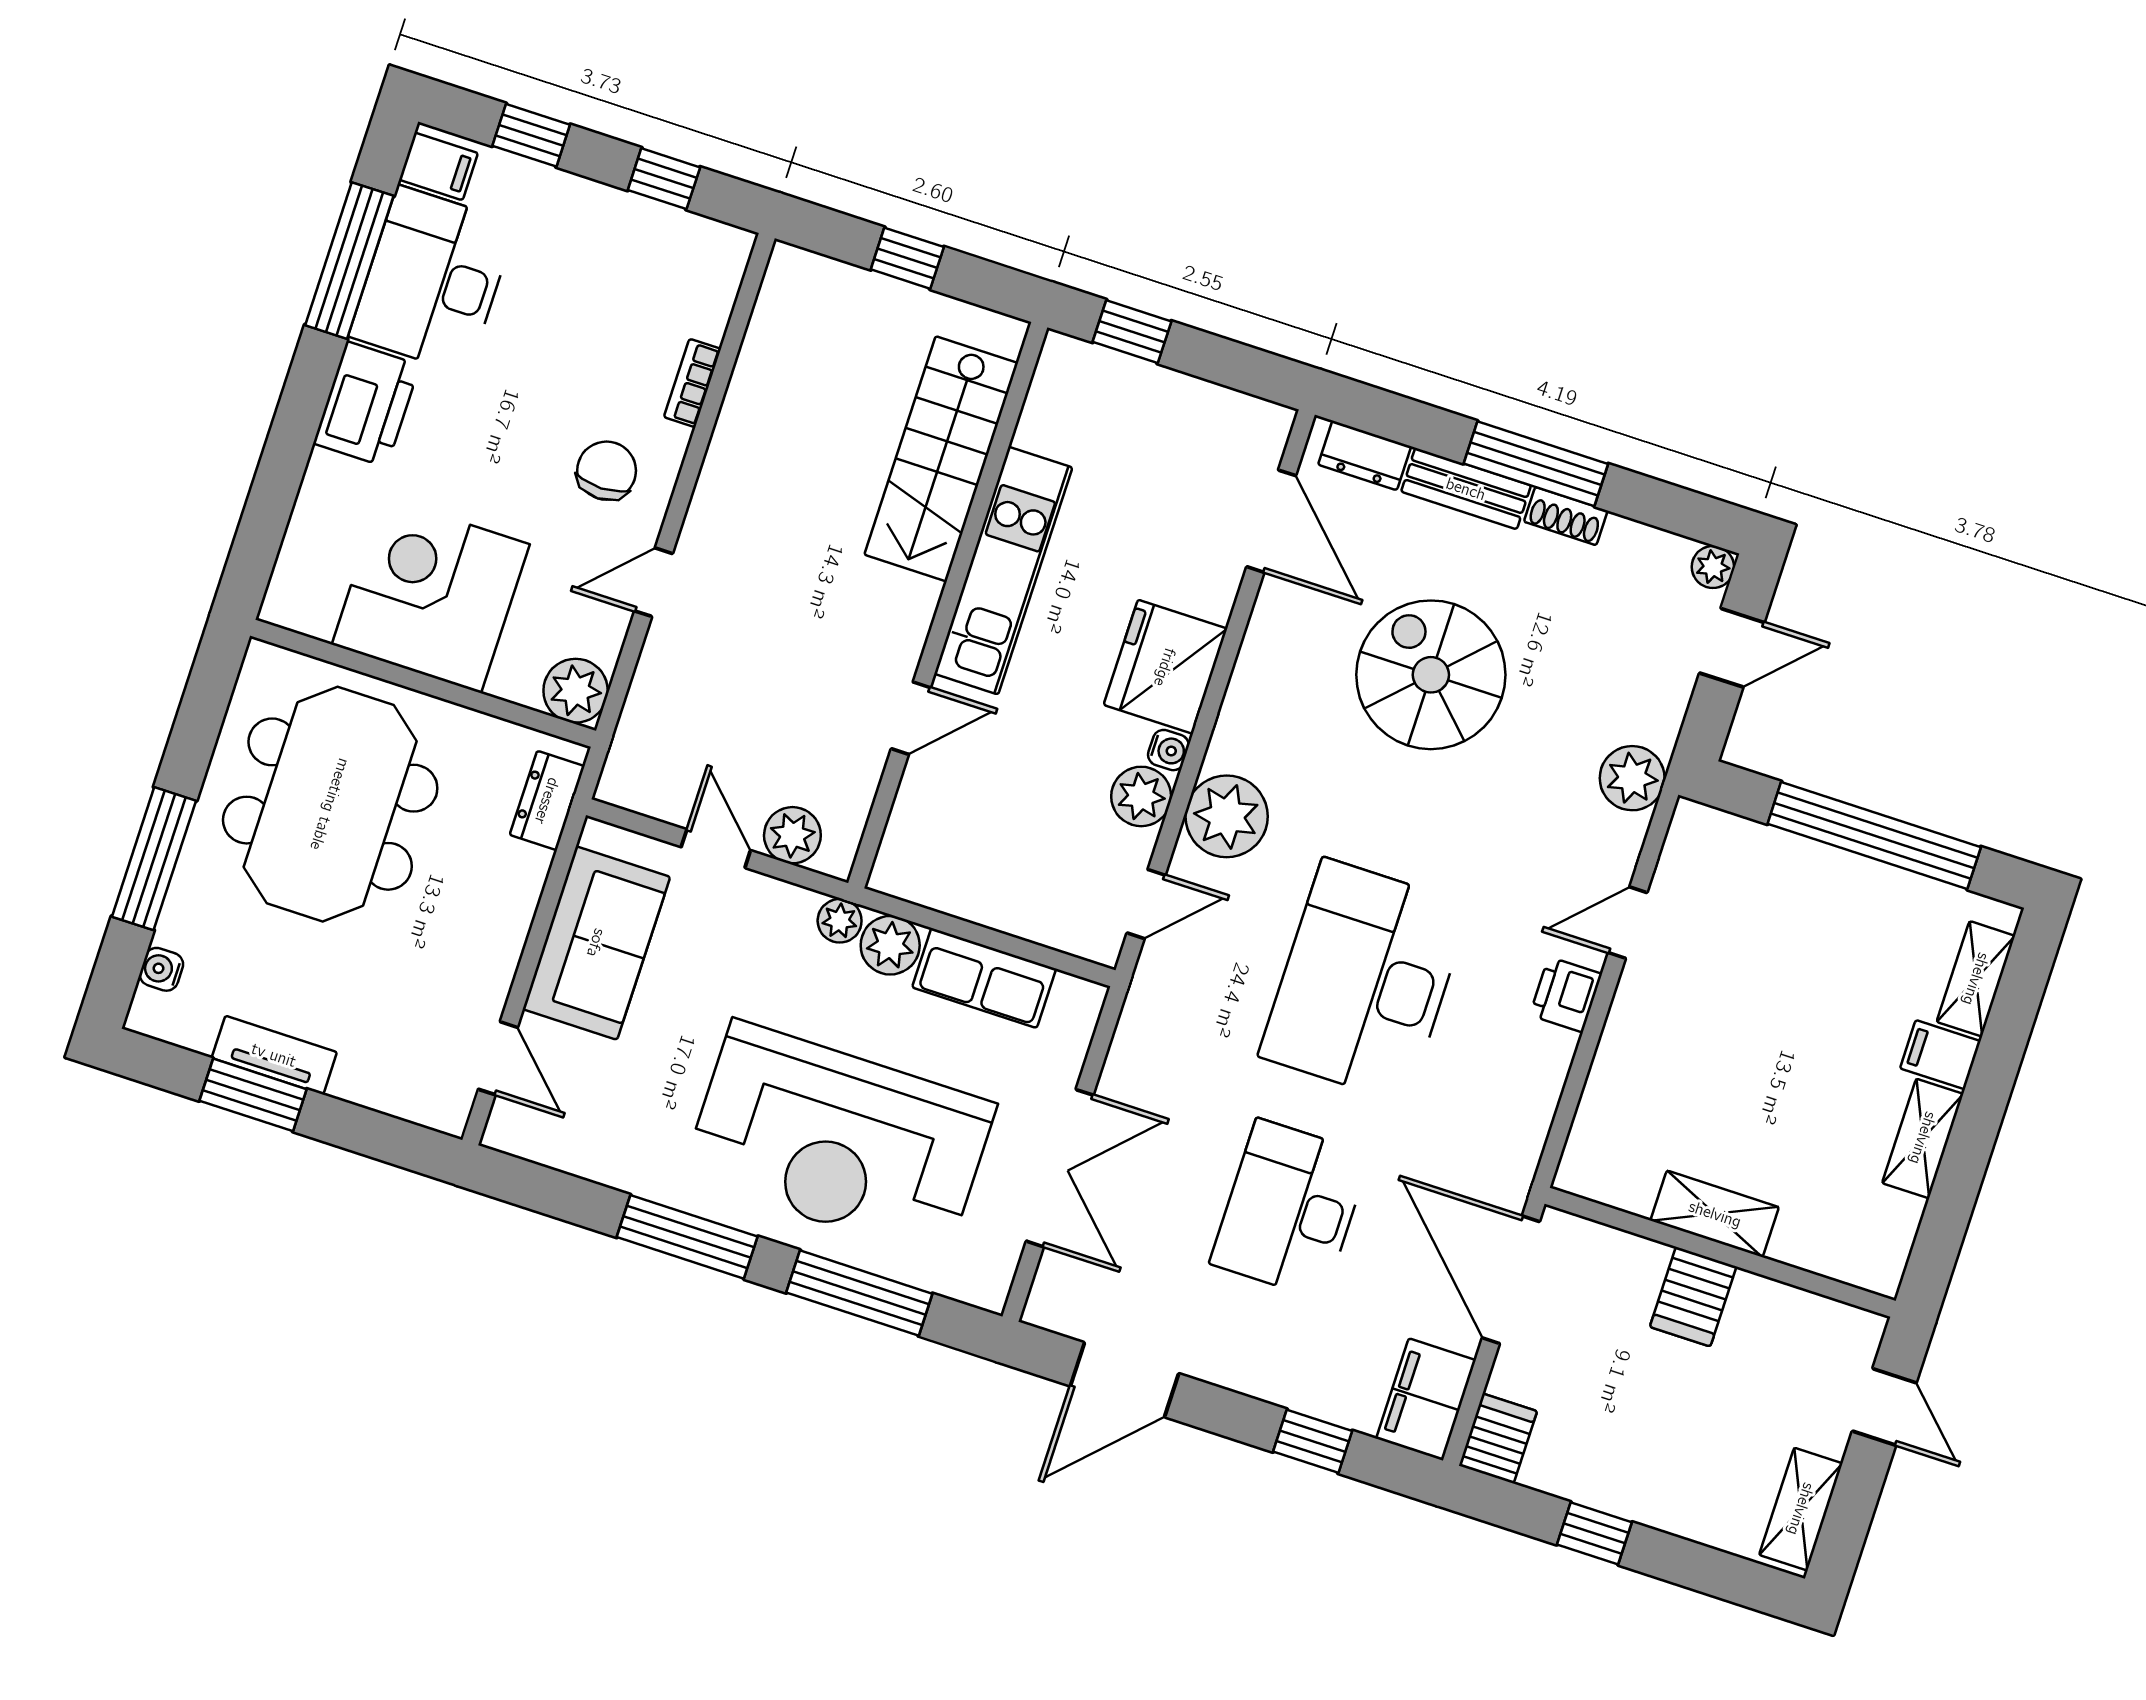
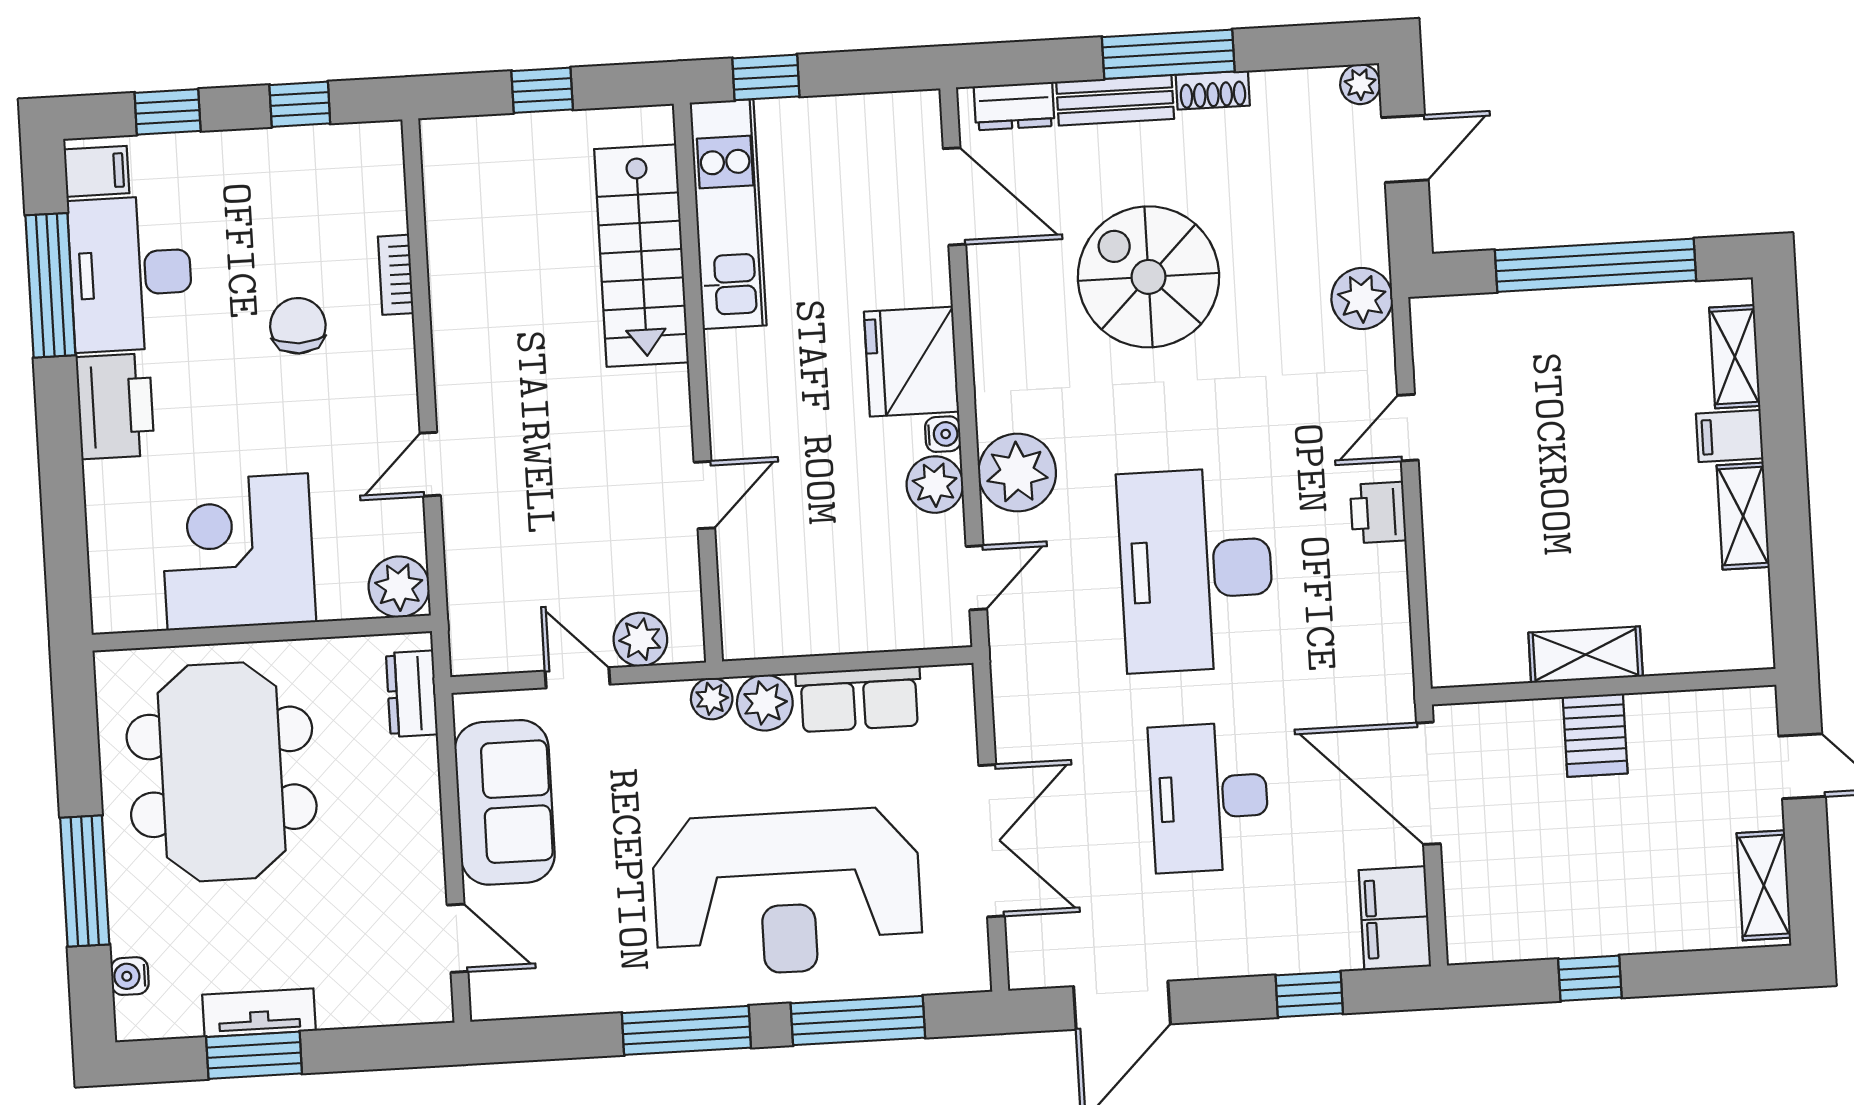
chair: (607, 471) -> (298, 326), moved
kitchen unit: (1003, 571) -> (728, 214), moved
server rack: (1498, 1438) -> (1472, 928), removed

